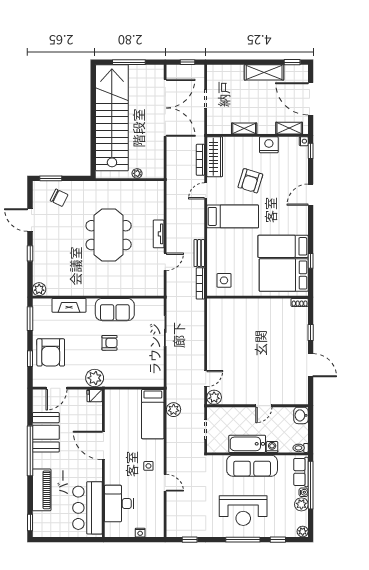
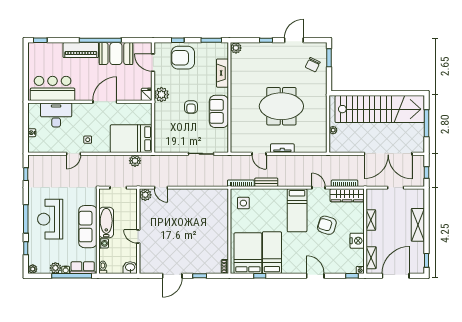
shelving: (264, 72) -> (418, 225), moved
bed: (153, 414) -> (131, 139), width x1.50
piano: (42, 490) -> (81, 50), moved

